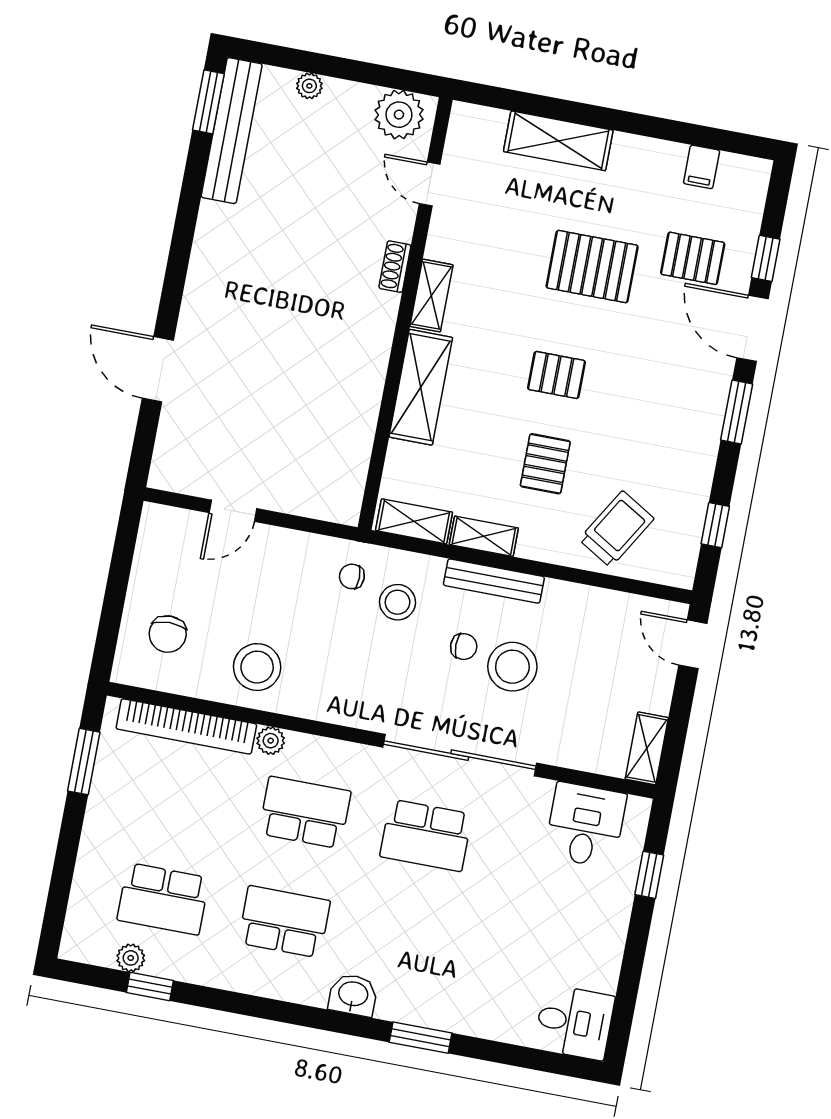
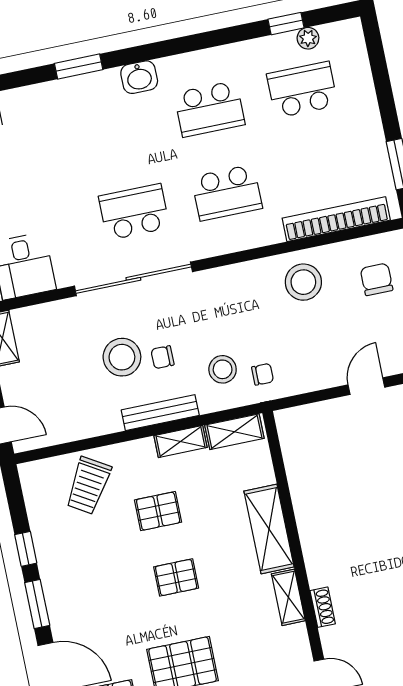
pallet: (545, 464) -> (158, 511), turned 90
window: (715, 525) -> (26, 549), moved
plant: (271, 741) -> (272, 234), removed

